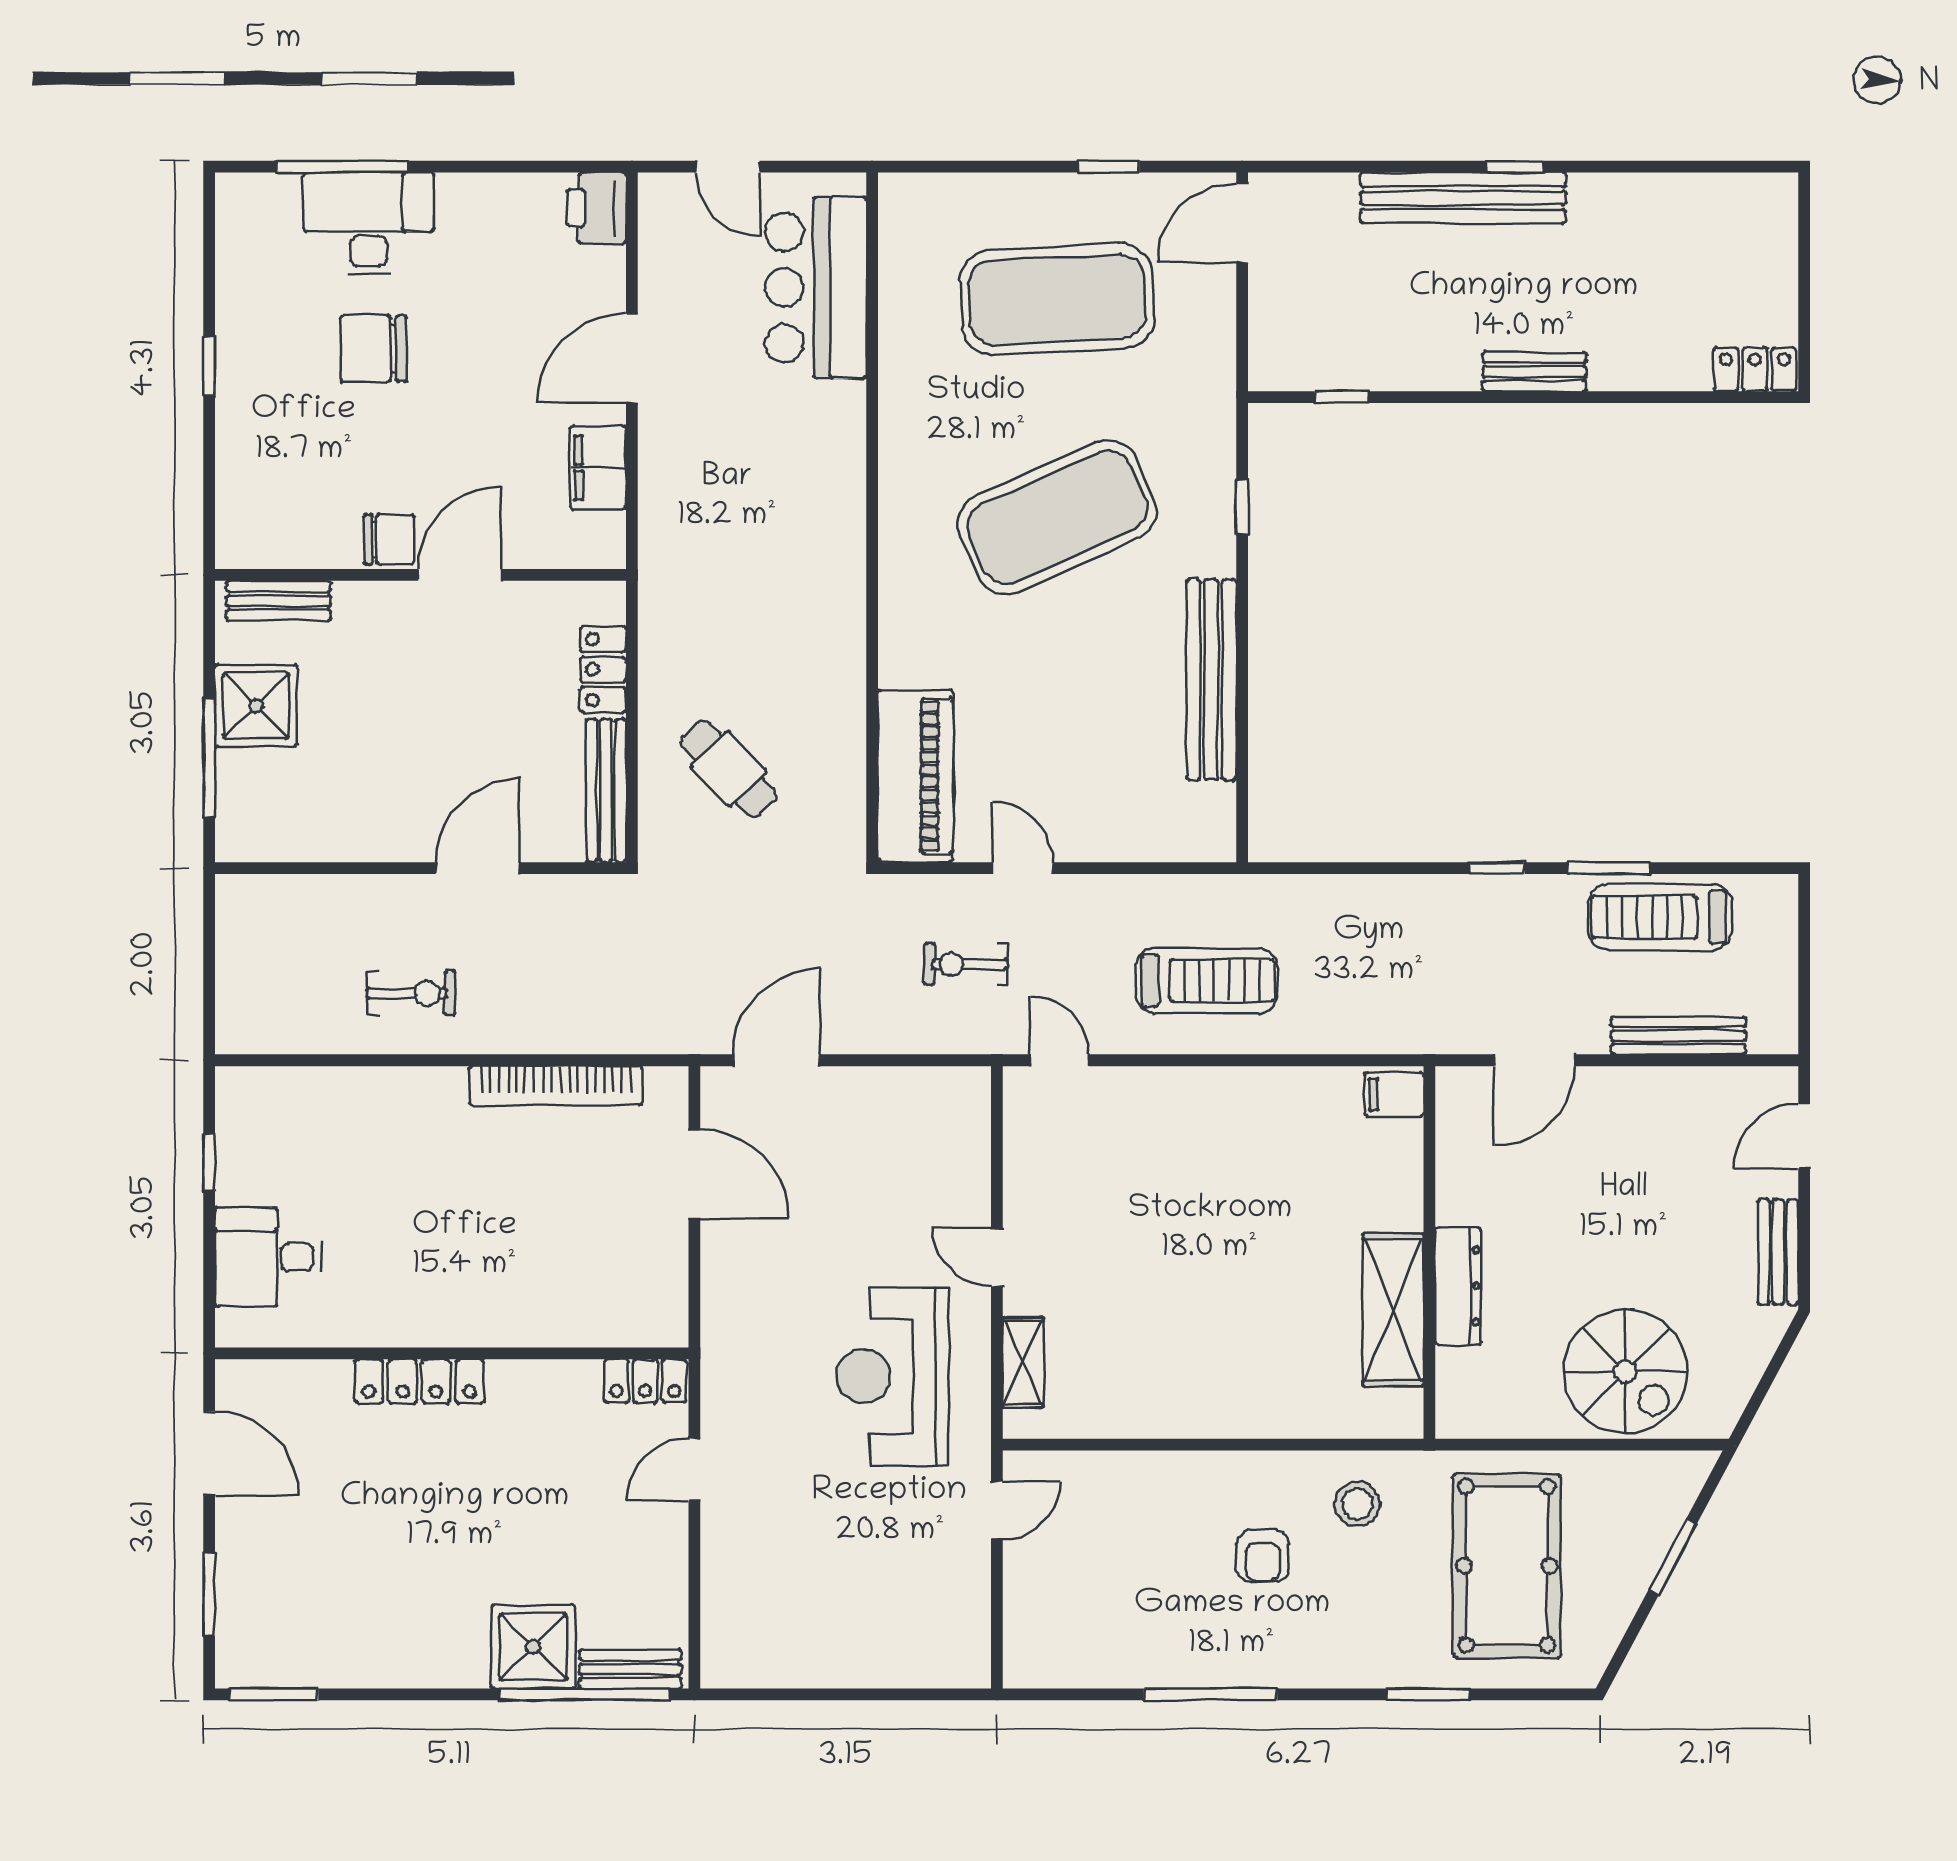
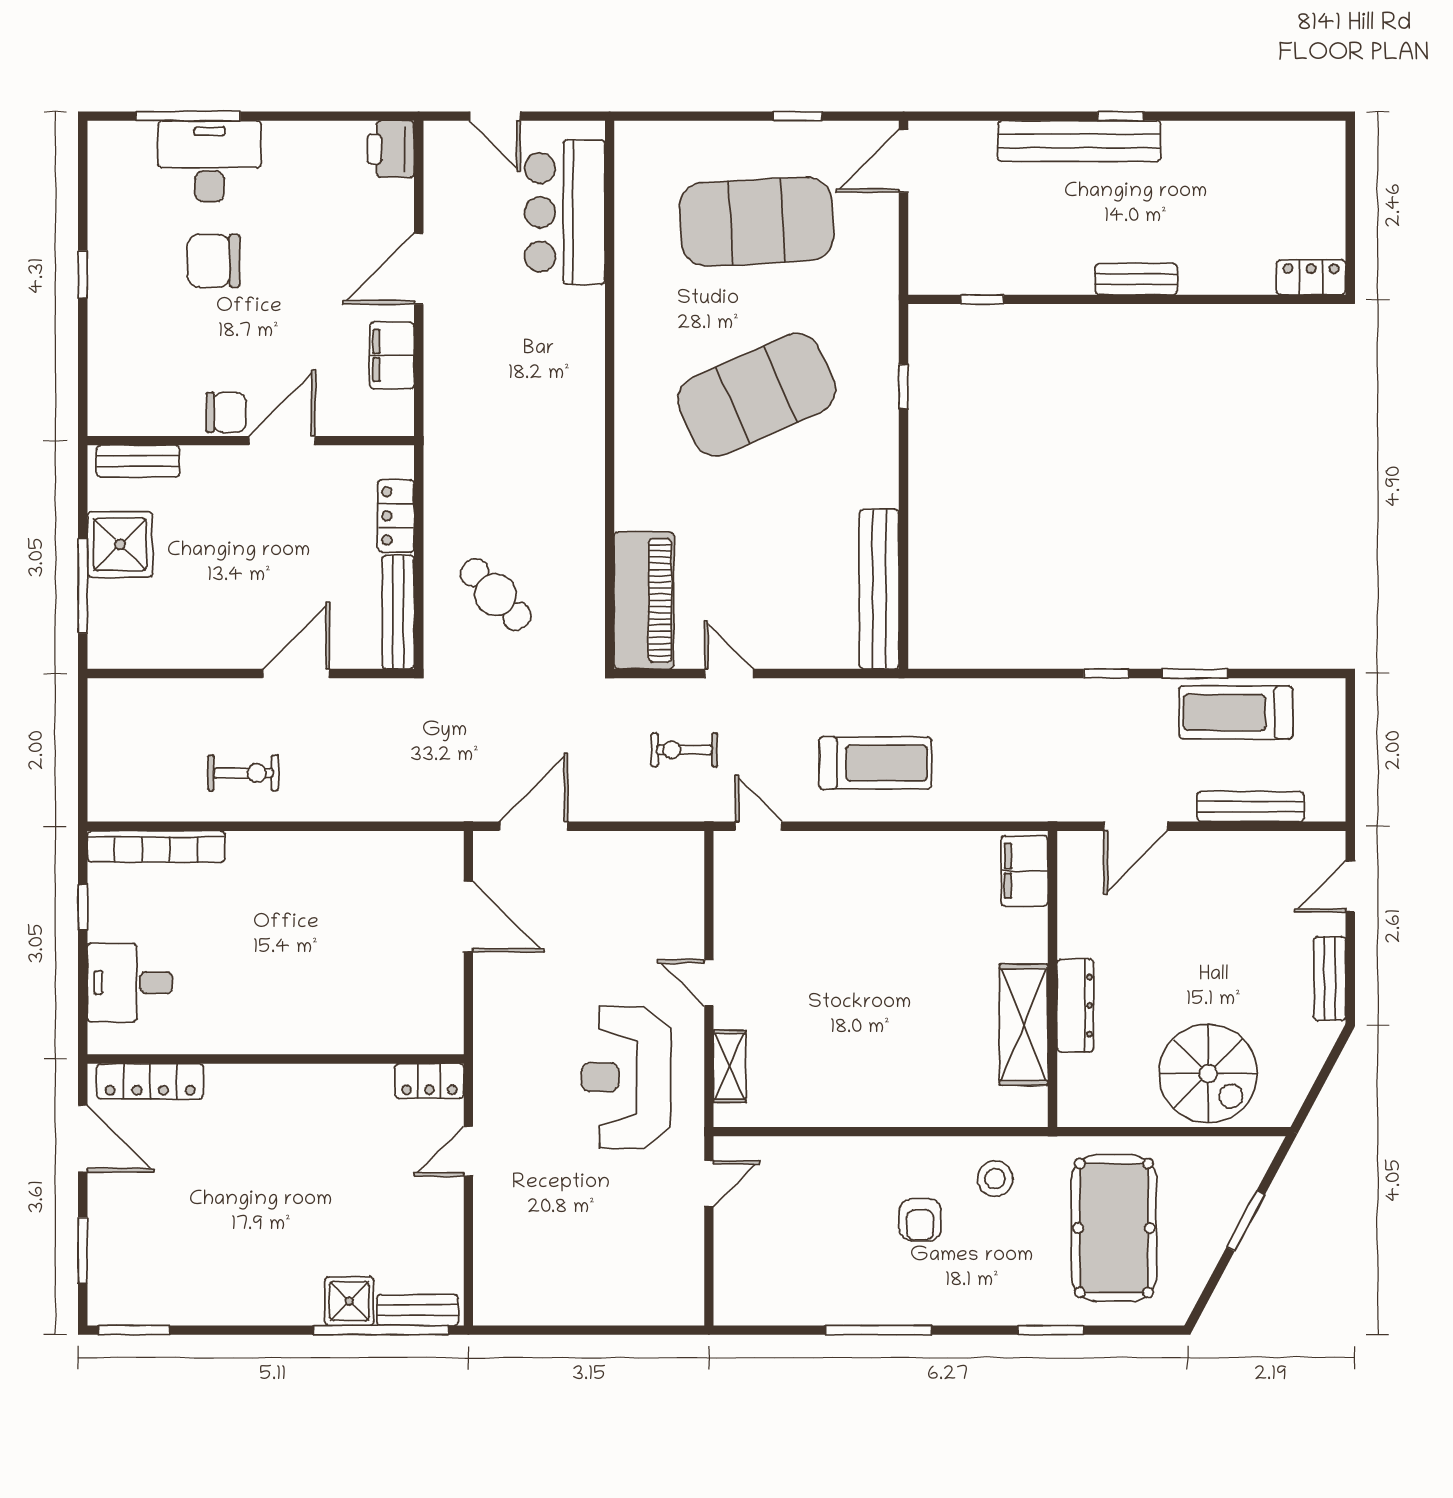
bench: (1211, 680) -> (879, 589), moved
bookcase: (556, 1086) -> (156, 846), moved
filing cabinet: (1394, 1094) -> (1024, 871), width x2.00
locker: (419, 1381) -> (150, 1081), moved
shower: (533, 1647) -> (349, 1301), width x0.73, depth x0.73

